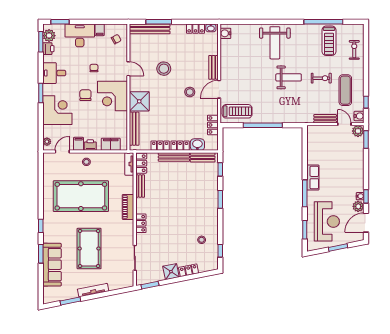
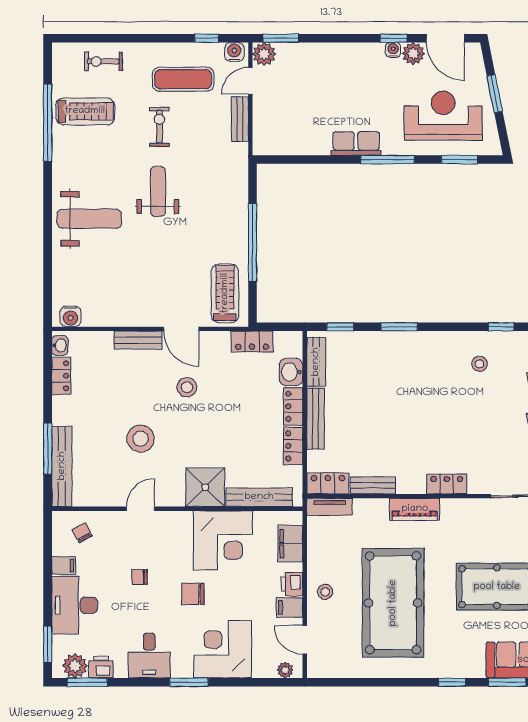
corner desk: (112, 96) -> (223, 540), moved

